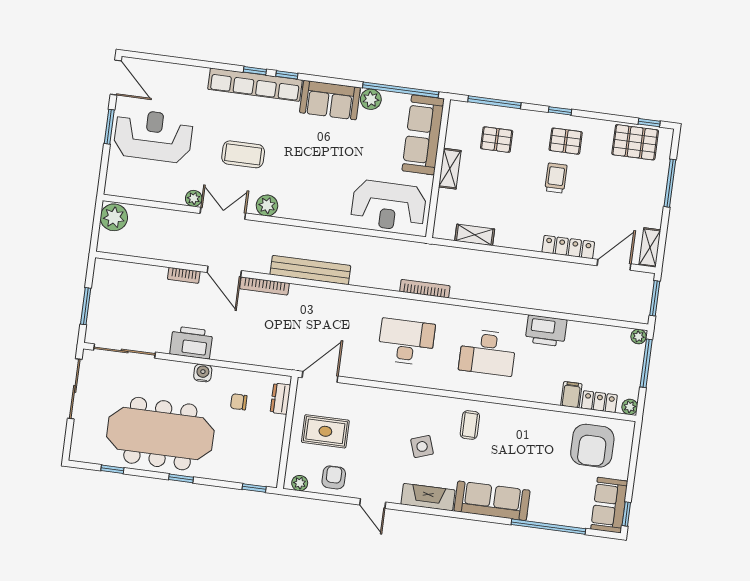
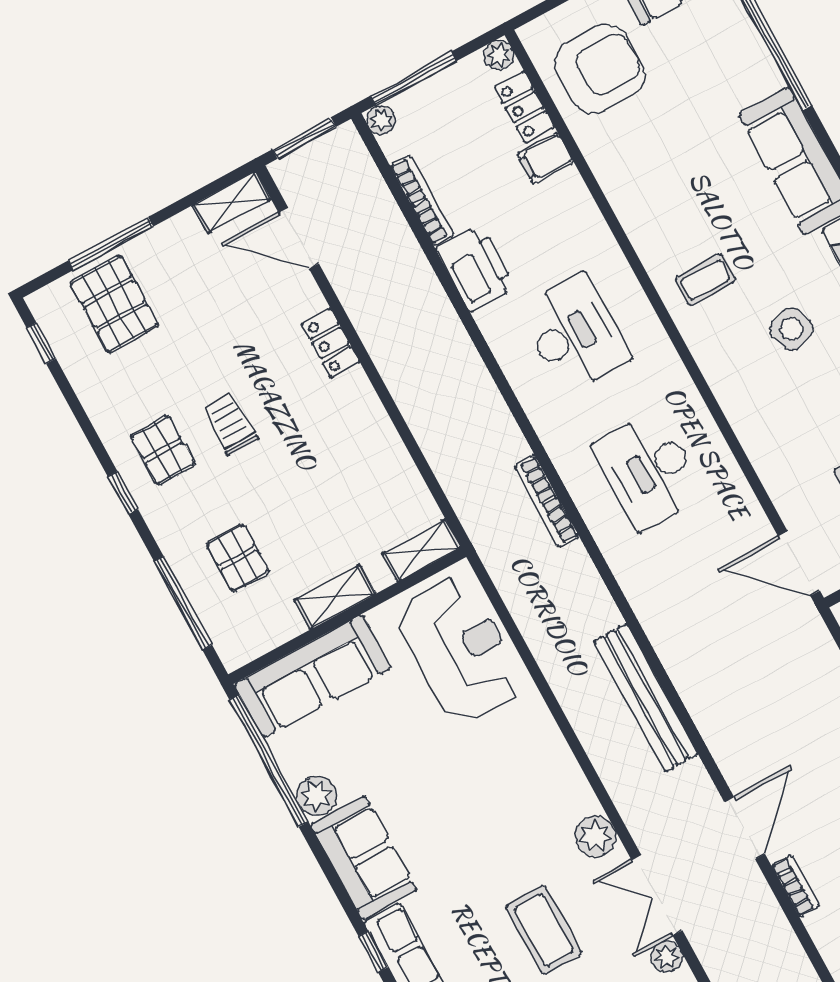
pallet: (635, 142) -> (115, 304), moved
trolley: (556, 178) -> (230, 424), turned 90
shelving: (475, 235) -> (422, 550), moved, turned 90
locker: (568, 247) -> (331, 343), width x0.66
bookcase: (264, 286) -> (422, 200), moved

